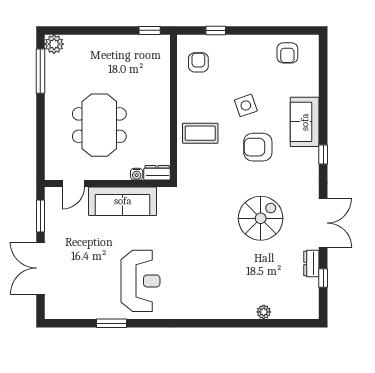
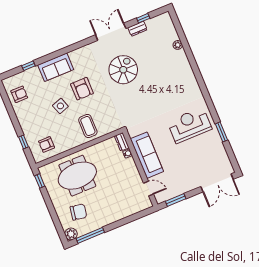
chair: (81, 68) -> (78, 212), added
meeting table: (99, 125) -> (77, 176), moved
window: (323, 155) -> (28, 66), moved
spiral stairs: (261, 218) -> (123, 70), turned 90
double door: (40, 268) -> (217, 183), moved

